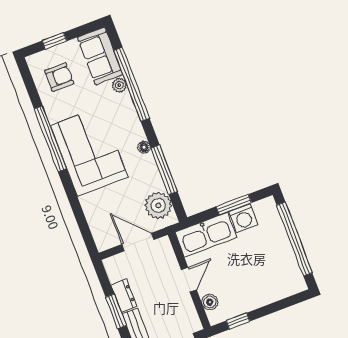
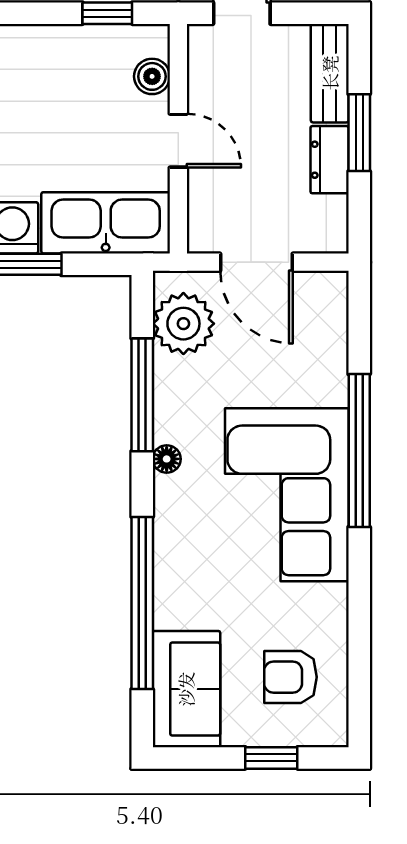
plant: (119, 85) -> (169, 611), removed
window: (50, 139) -> (359, 451), moved
door: (189, 280) -> (178, 141), swing flipped

